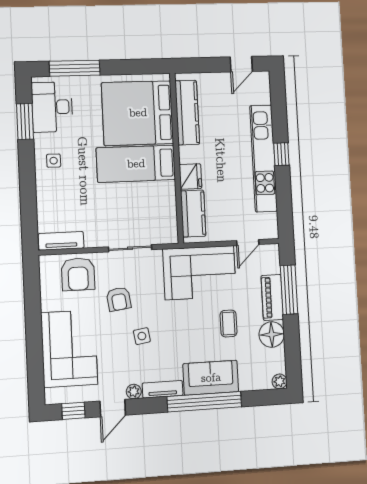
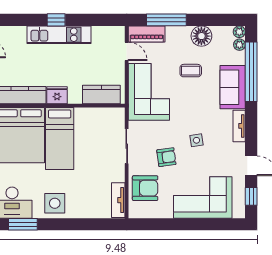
kitchen unit: (264, 158) -> (59, 35), width x0.73
side table: (54, 161) -> (55, 203), width x1.87, depth x1.87
fridge: (190, 176) -> (57, 95), moved
piano: (272, 297) -> (147, 34), moved
plant: (134, 392) -> (239, 45), moved
window: (204, 402) -> (251, 72), moved

